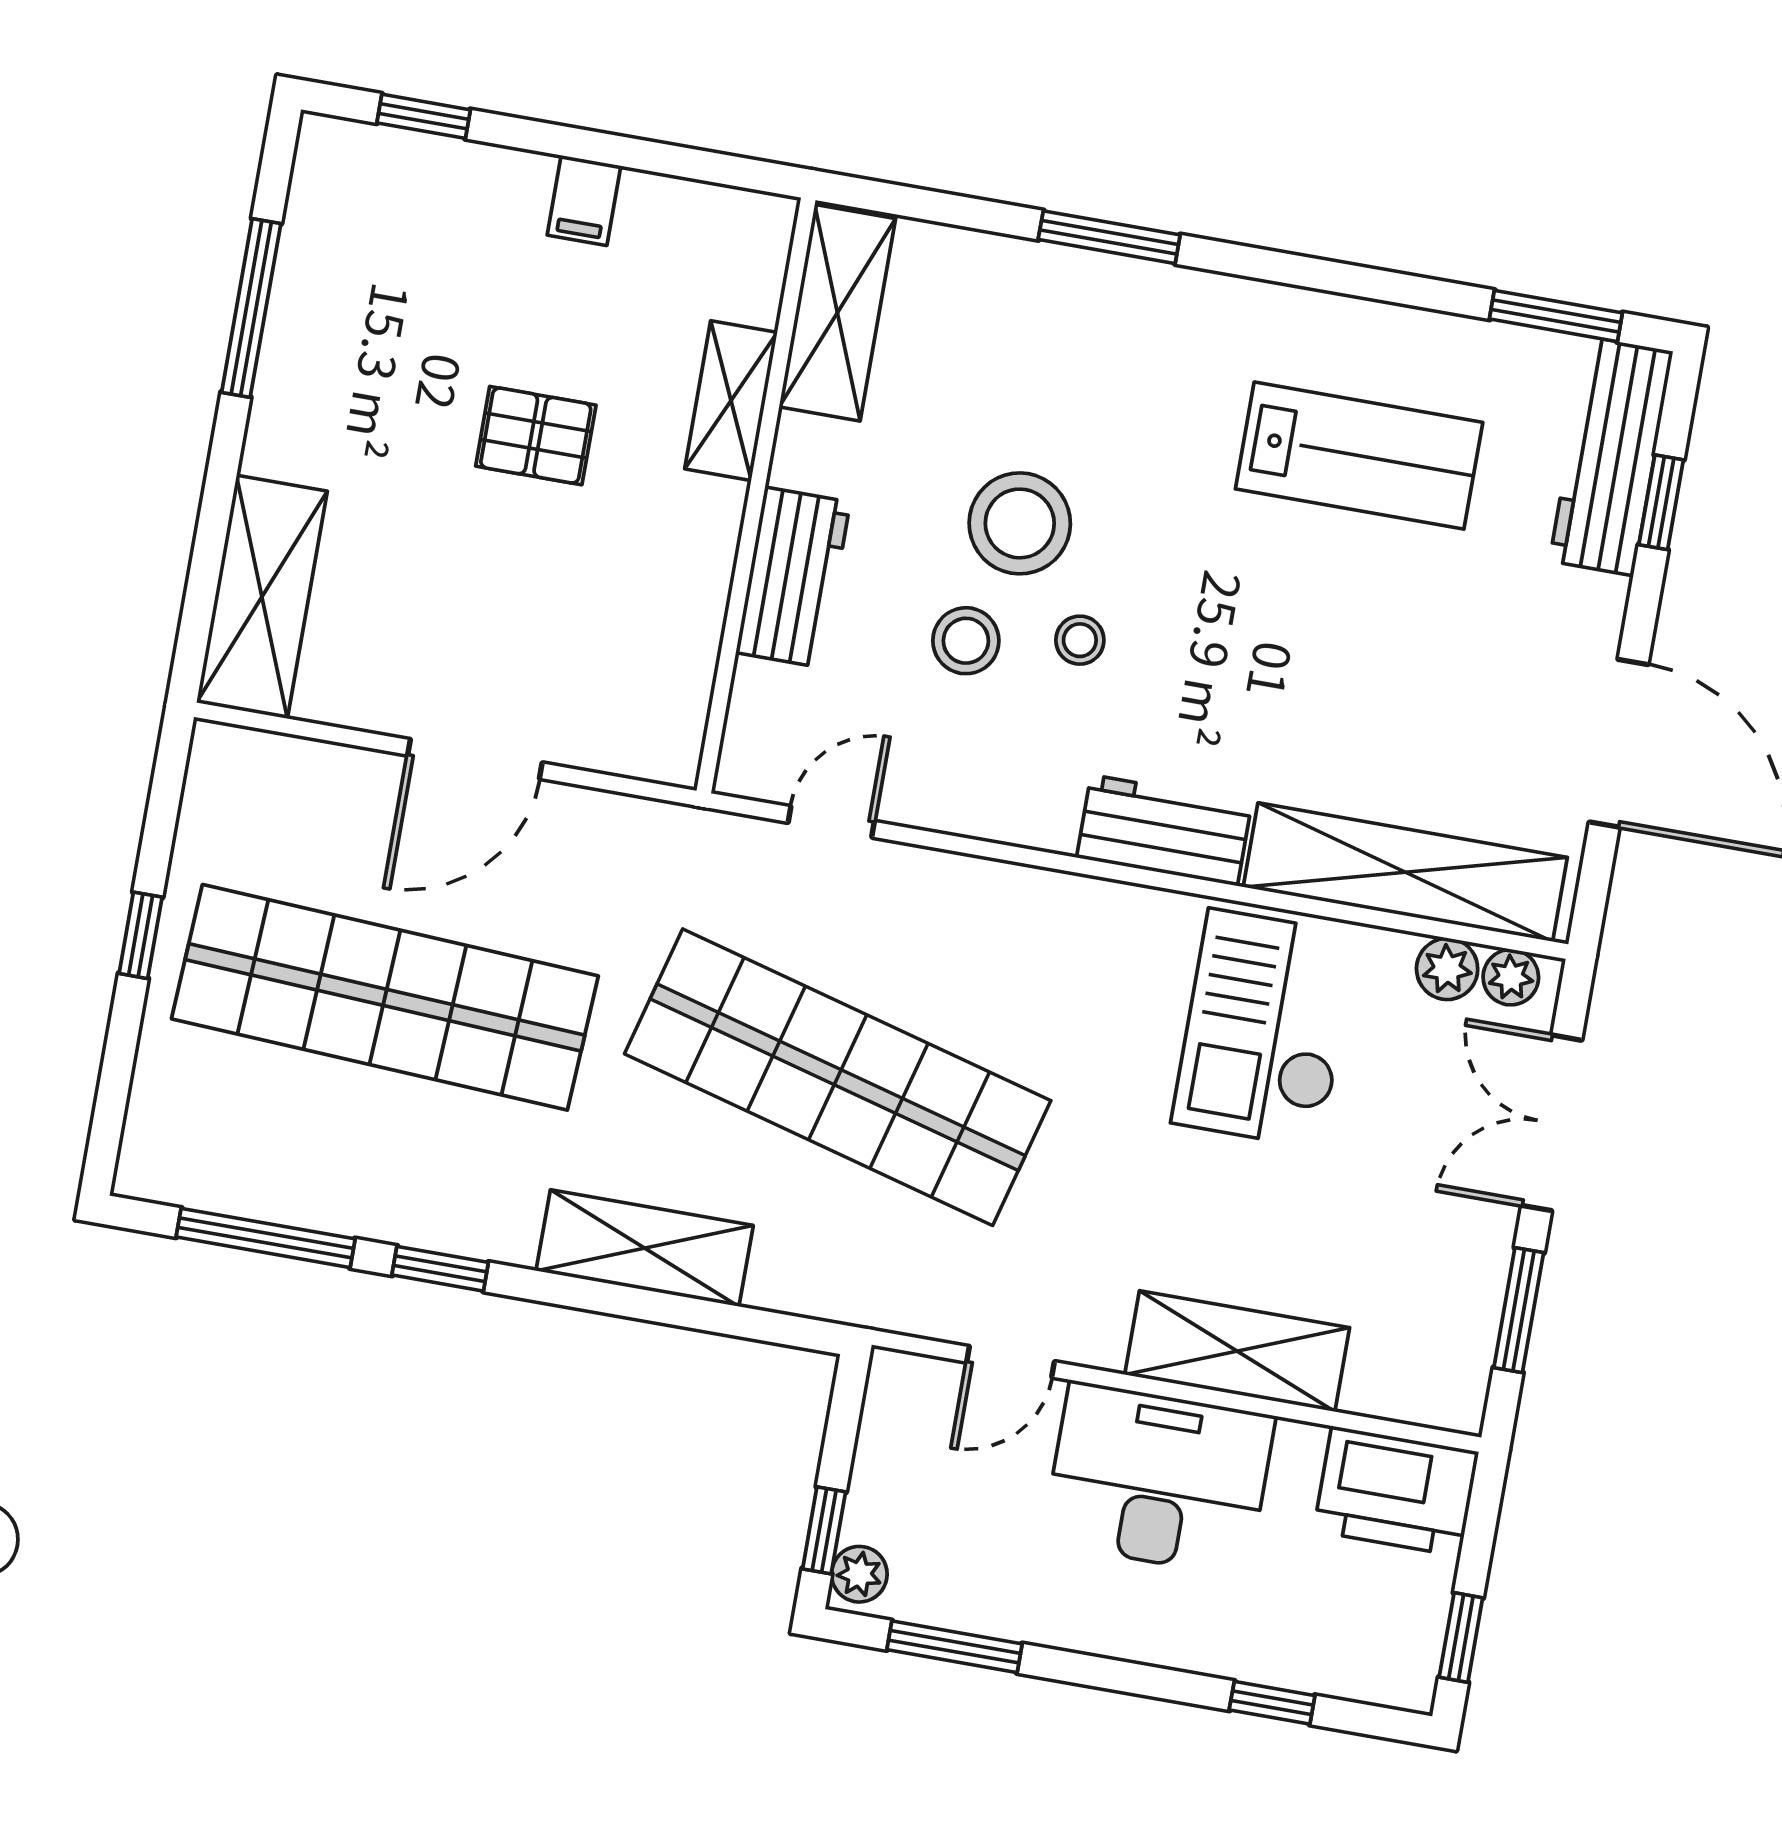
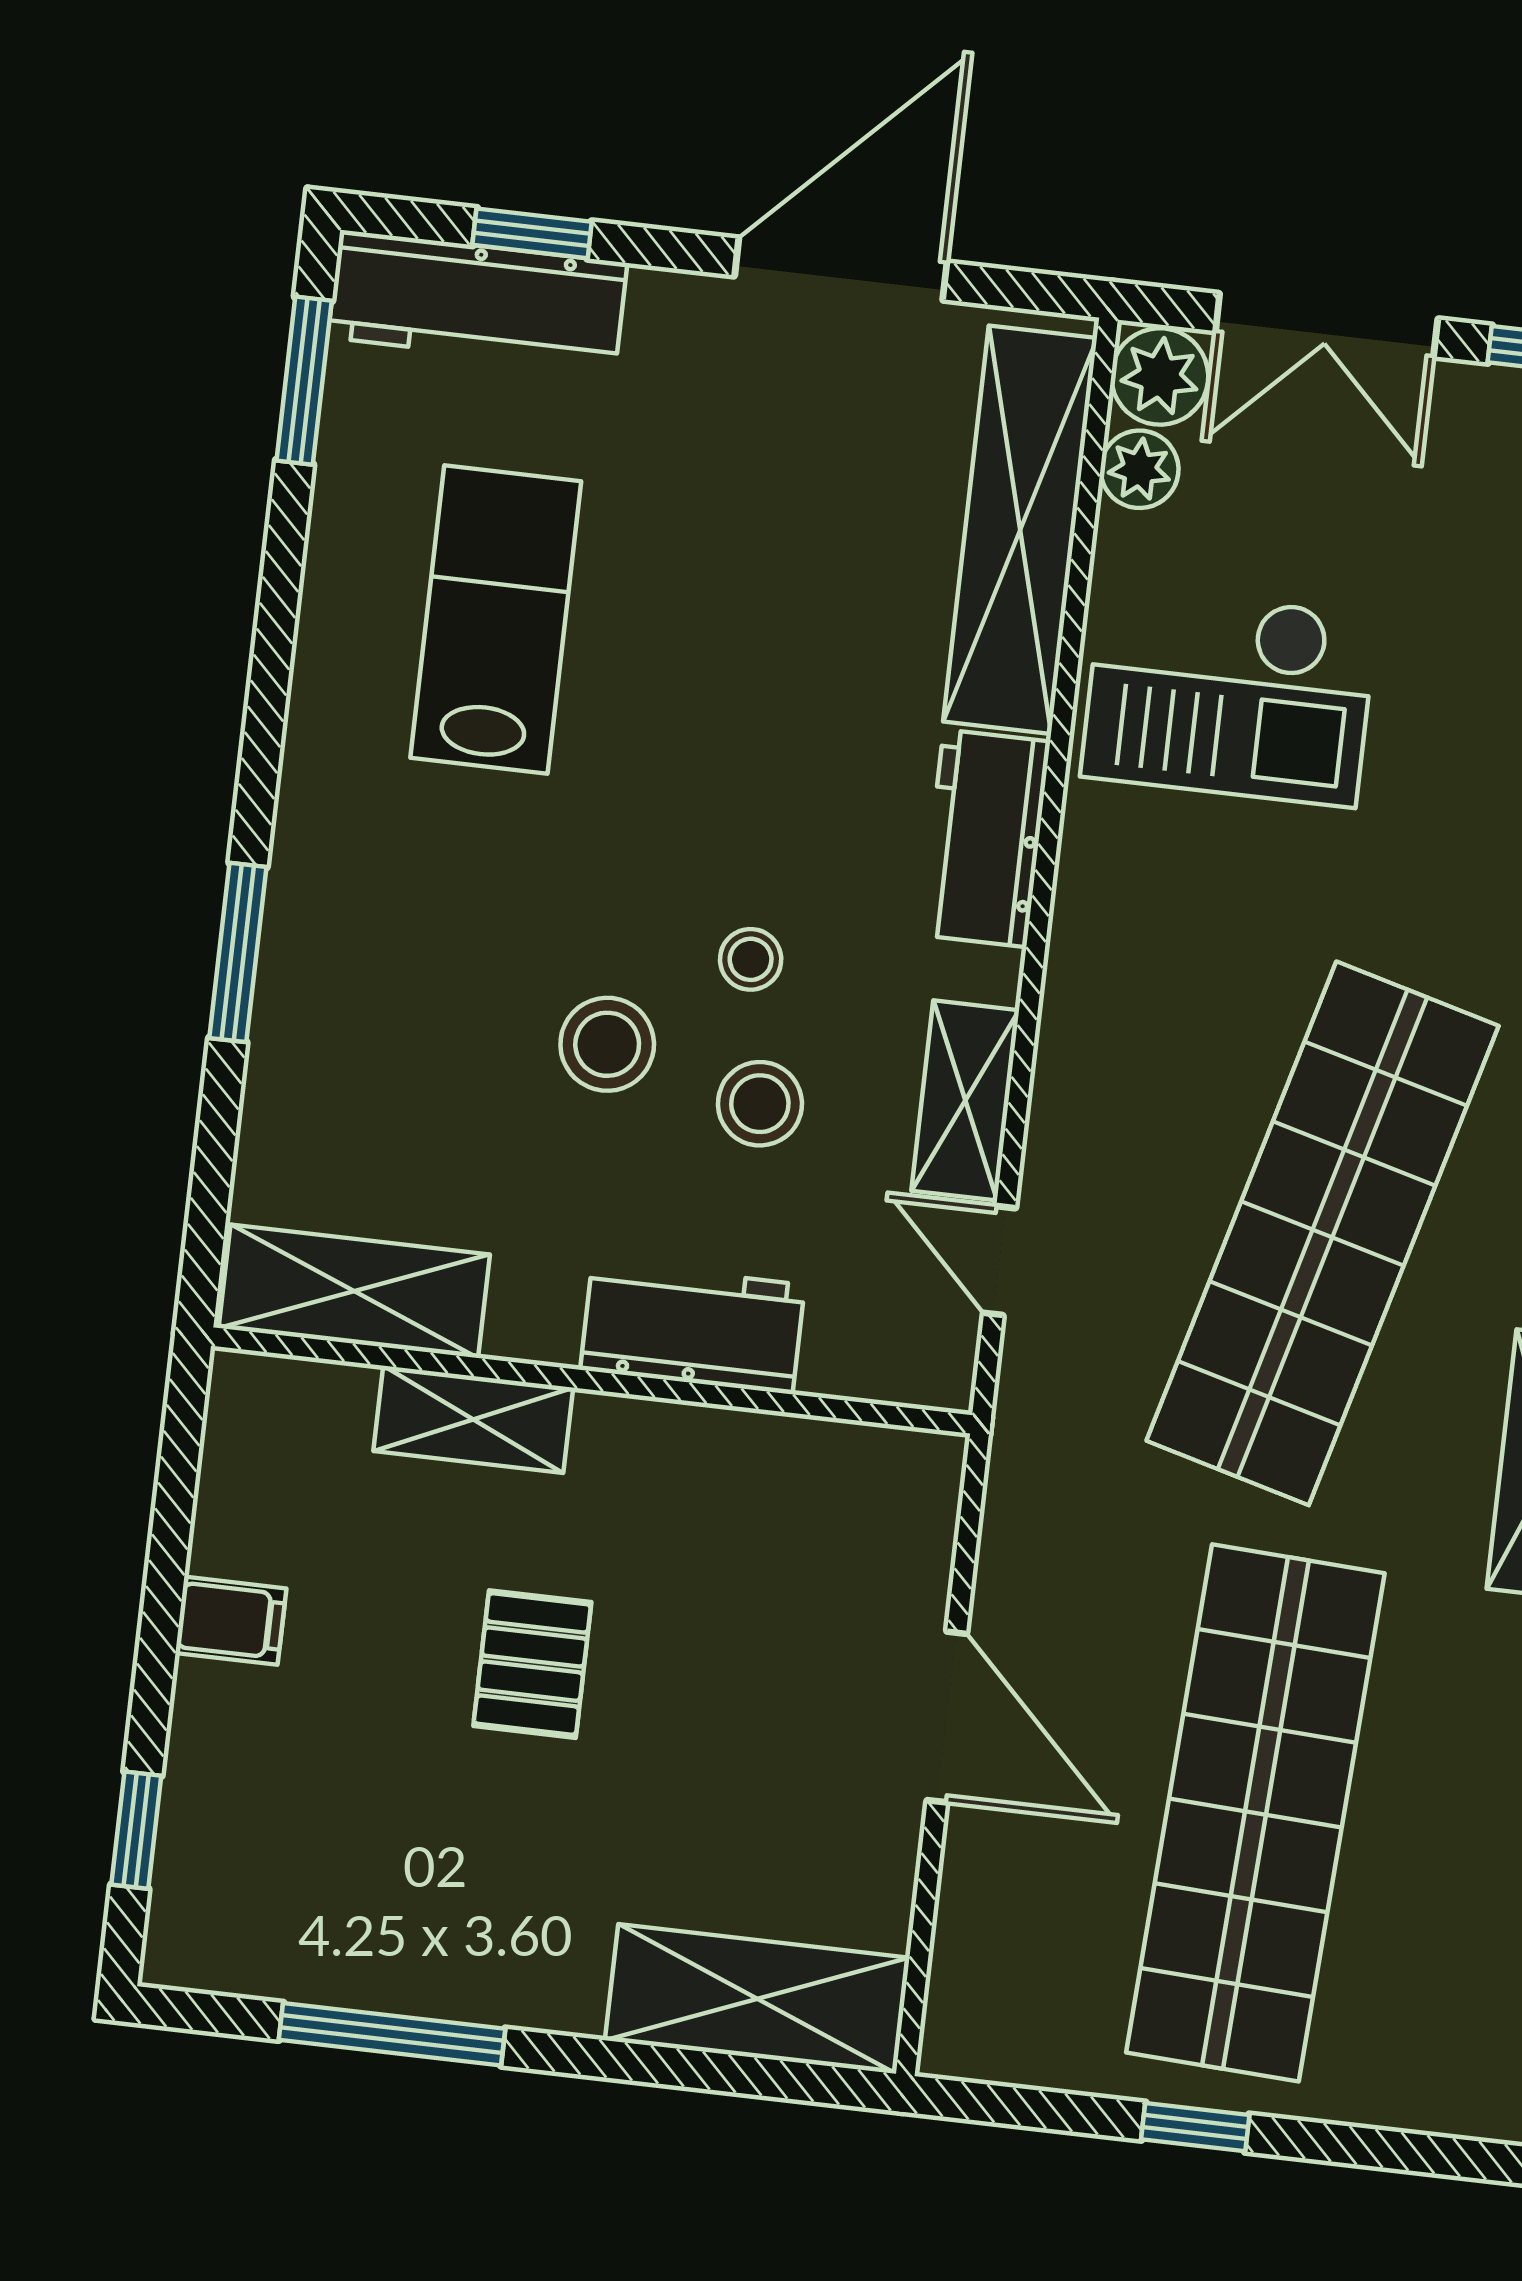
stool: (1020, 523) -> (607, 1044), width x0.73, depth x0.73
shelving: (959, 802) -> (965, 1100), added
plant: (1511, 977) -> (1160, 376), width x1.38, depth x1.38

